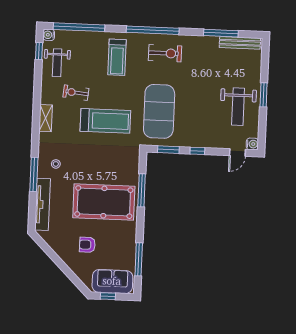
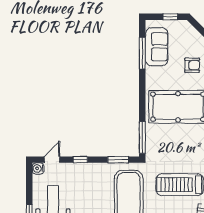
window: (197, 151) -> (80, 160), moved
window: (142, 190) -> (142, 138), moved
sofa: (112, 281) -> (157, 47), moved, turned -90

